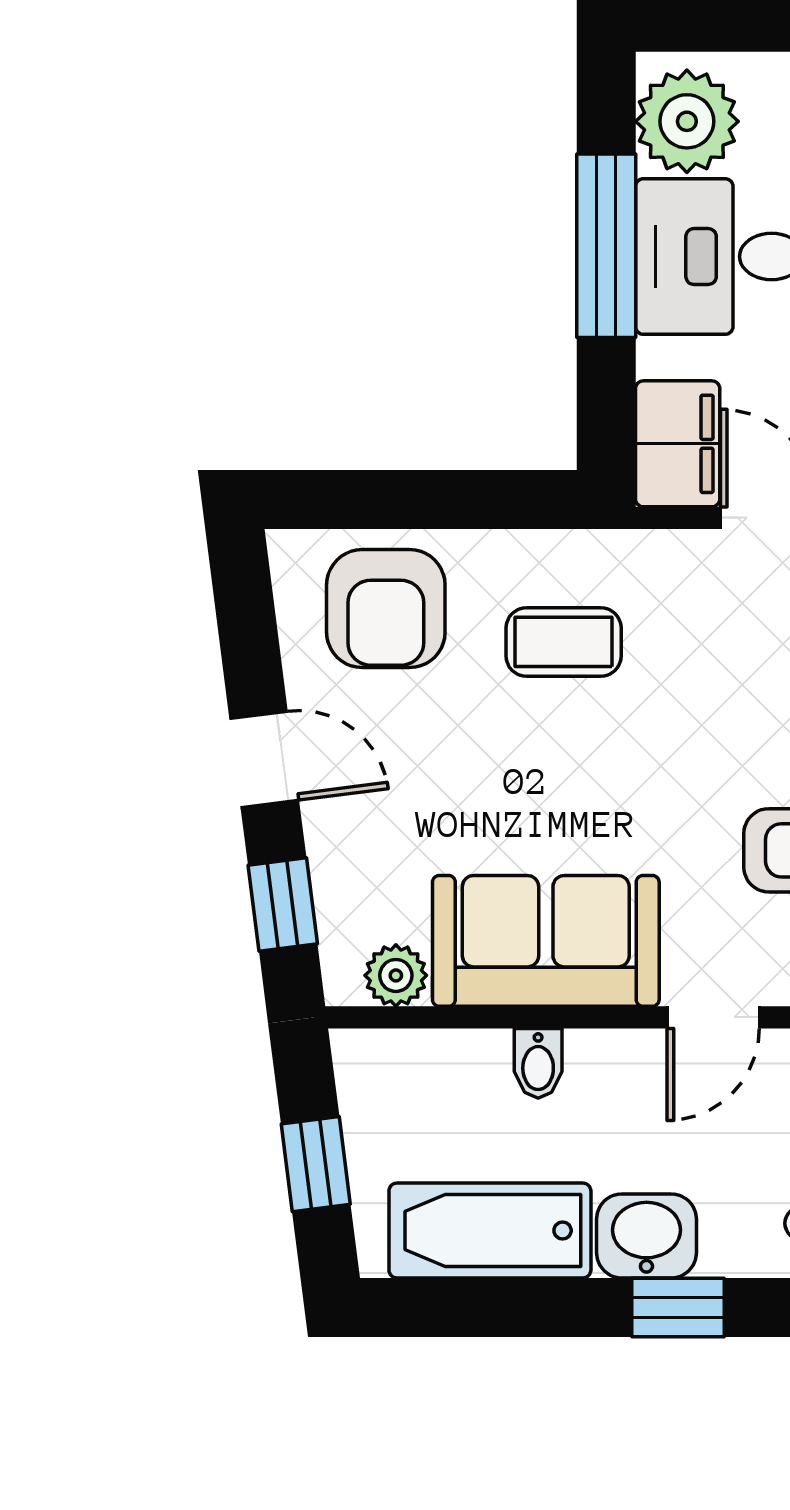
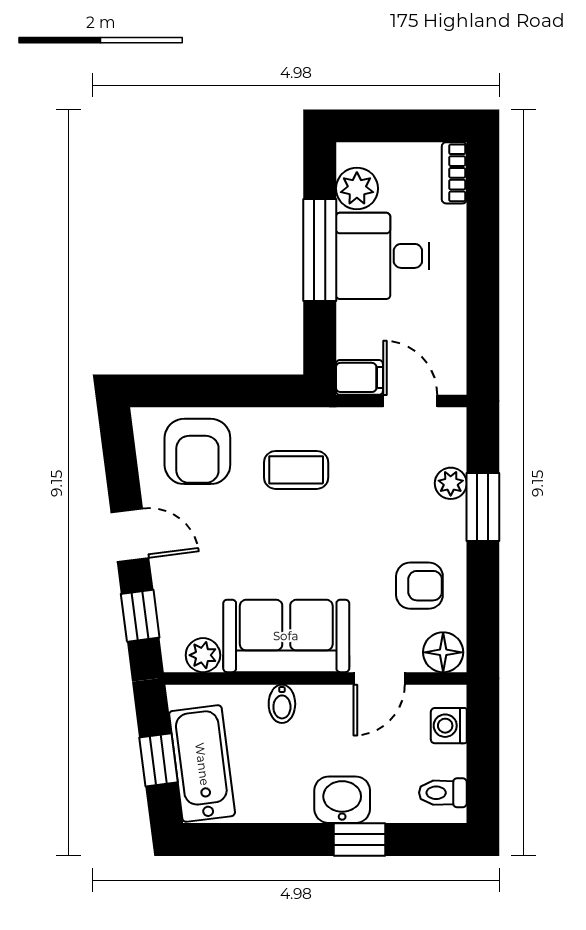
plant: (687, 121) -> (357, 189), width x0.73, depth x0.73
filing cabinet: (678, 444) -> (359, 377), width x0.50
bathtub: (490, 1231) -> (202, 764), moved, turned 83

